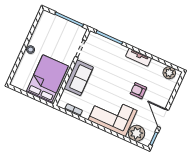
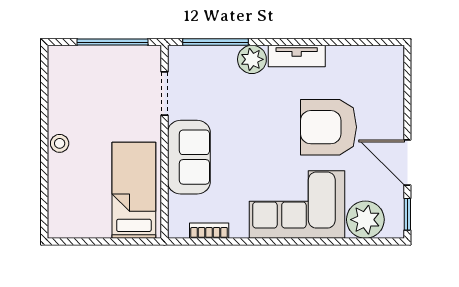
plant: (169, 73) -> (252, 59), moved
bed: (47, 79) -> (134, 190), width x0.67
armchair: (138, 91) -> (328, 127), width x1.88, depth x1.88

